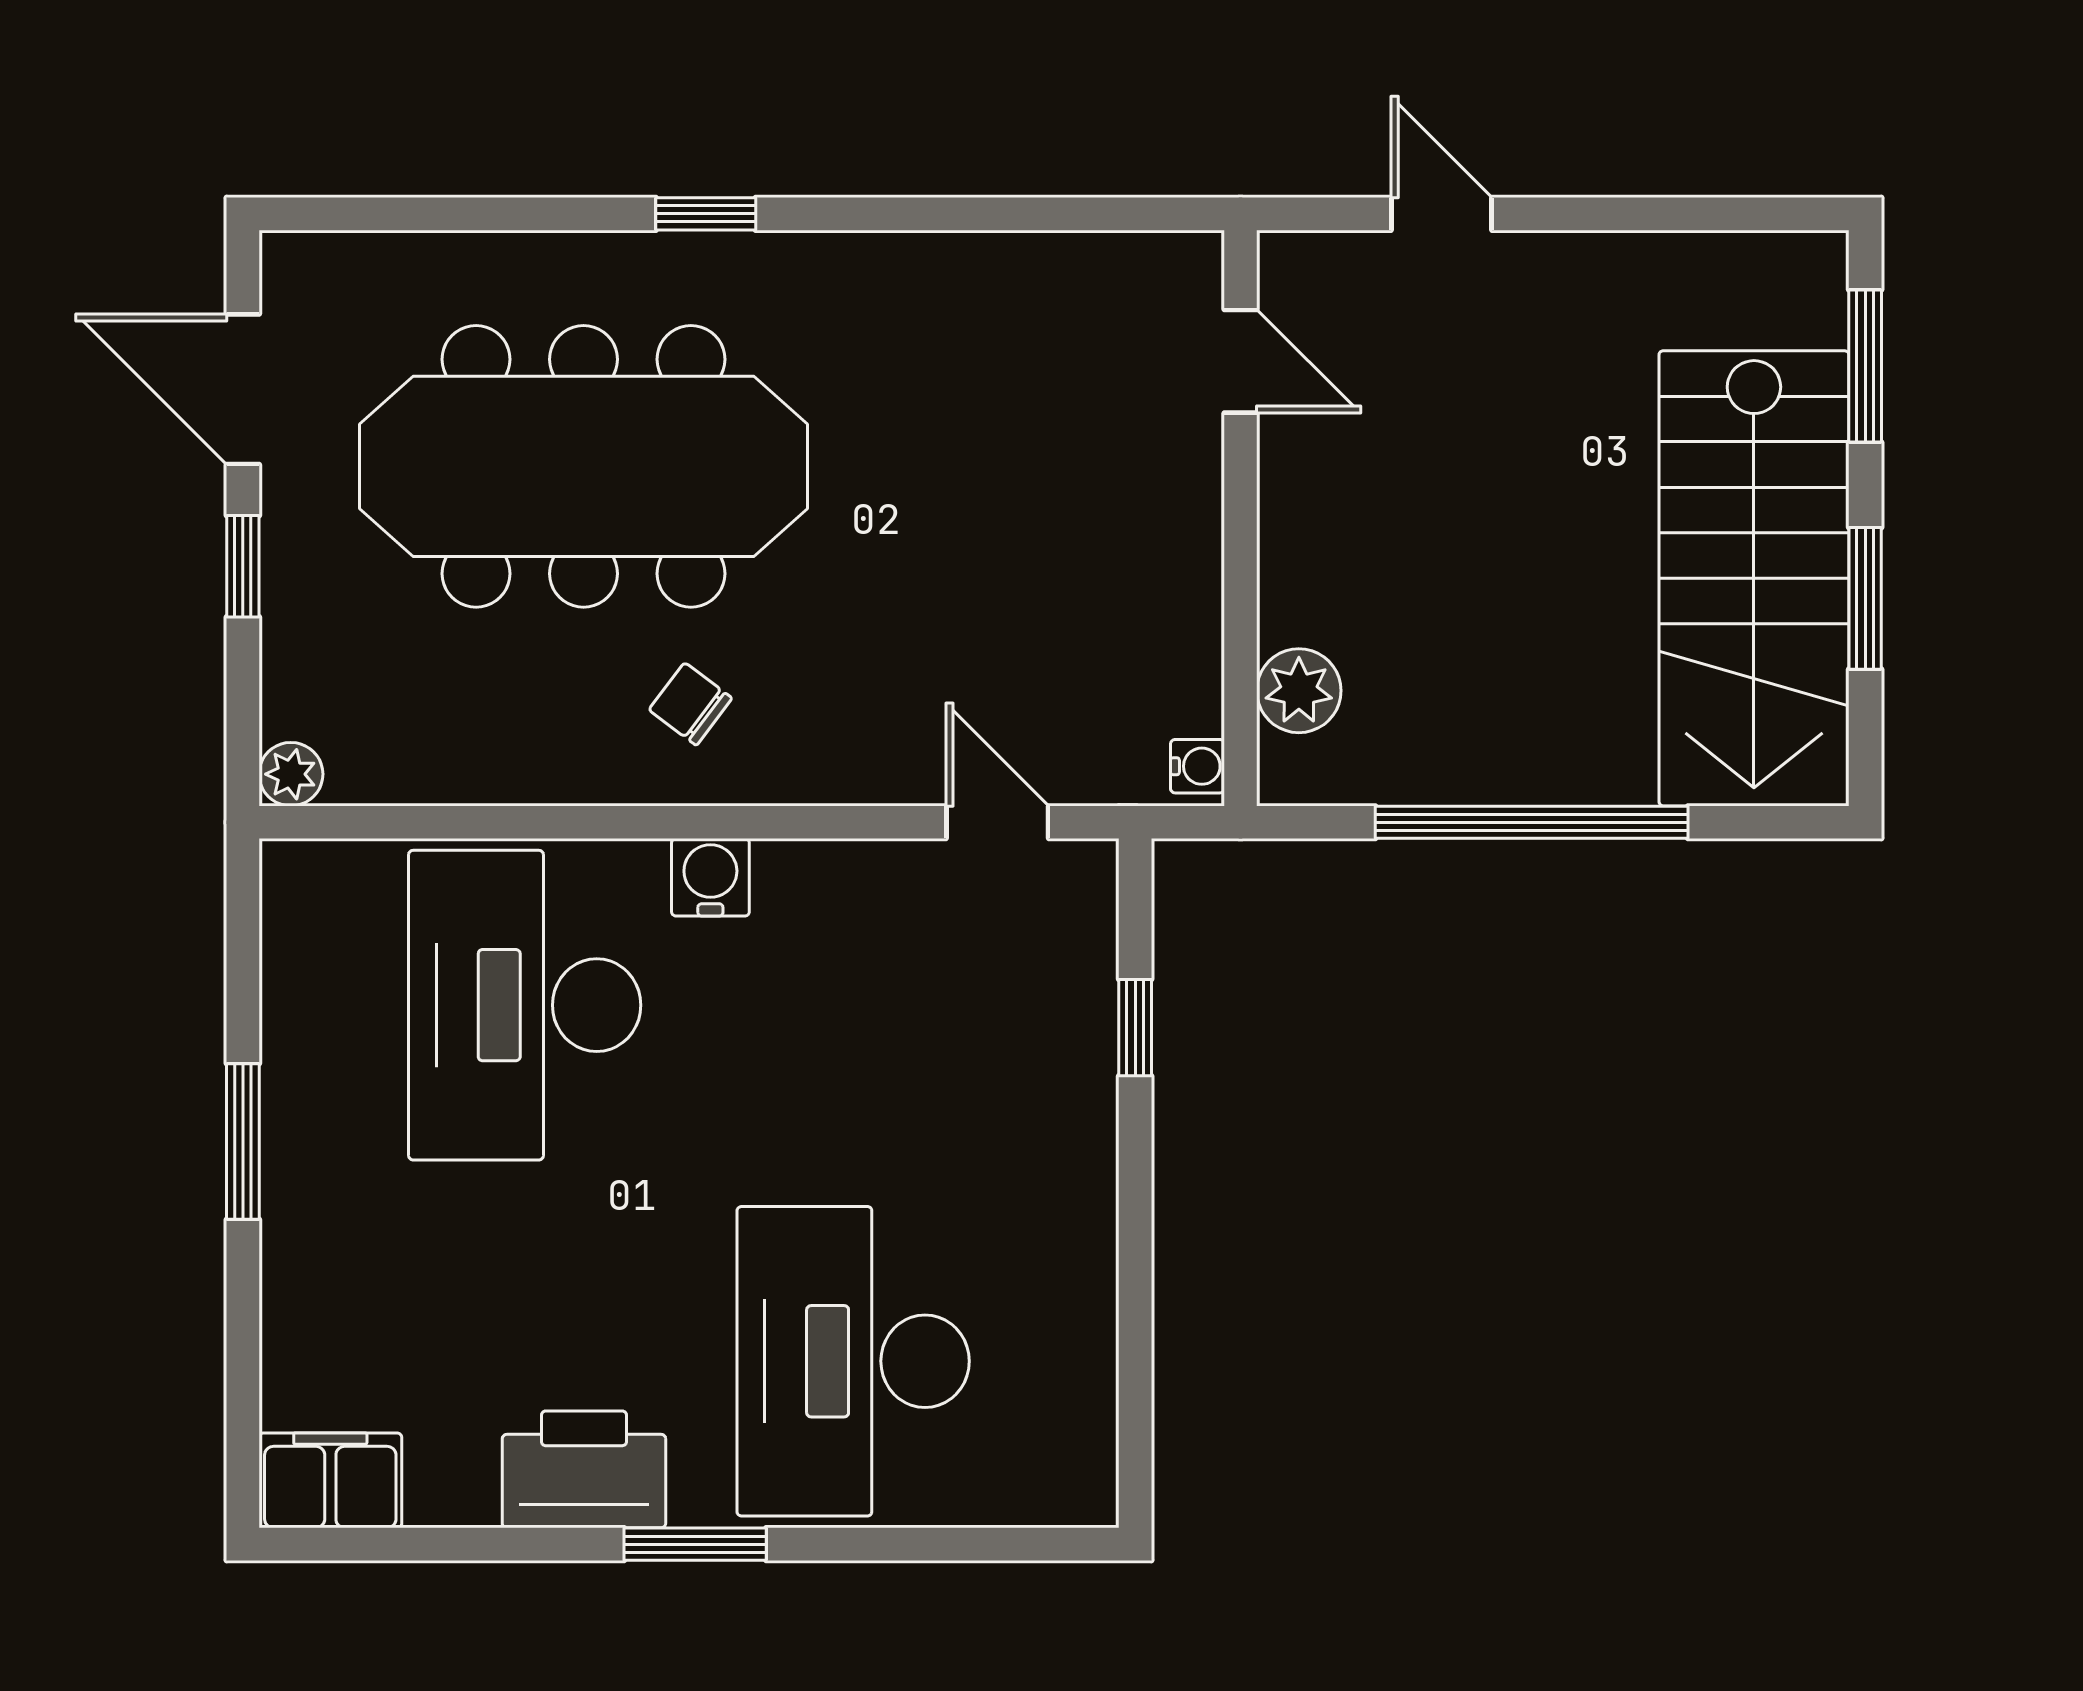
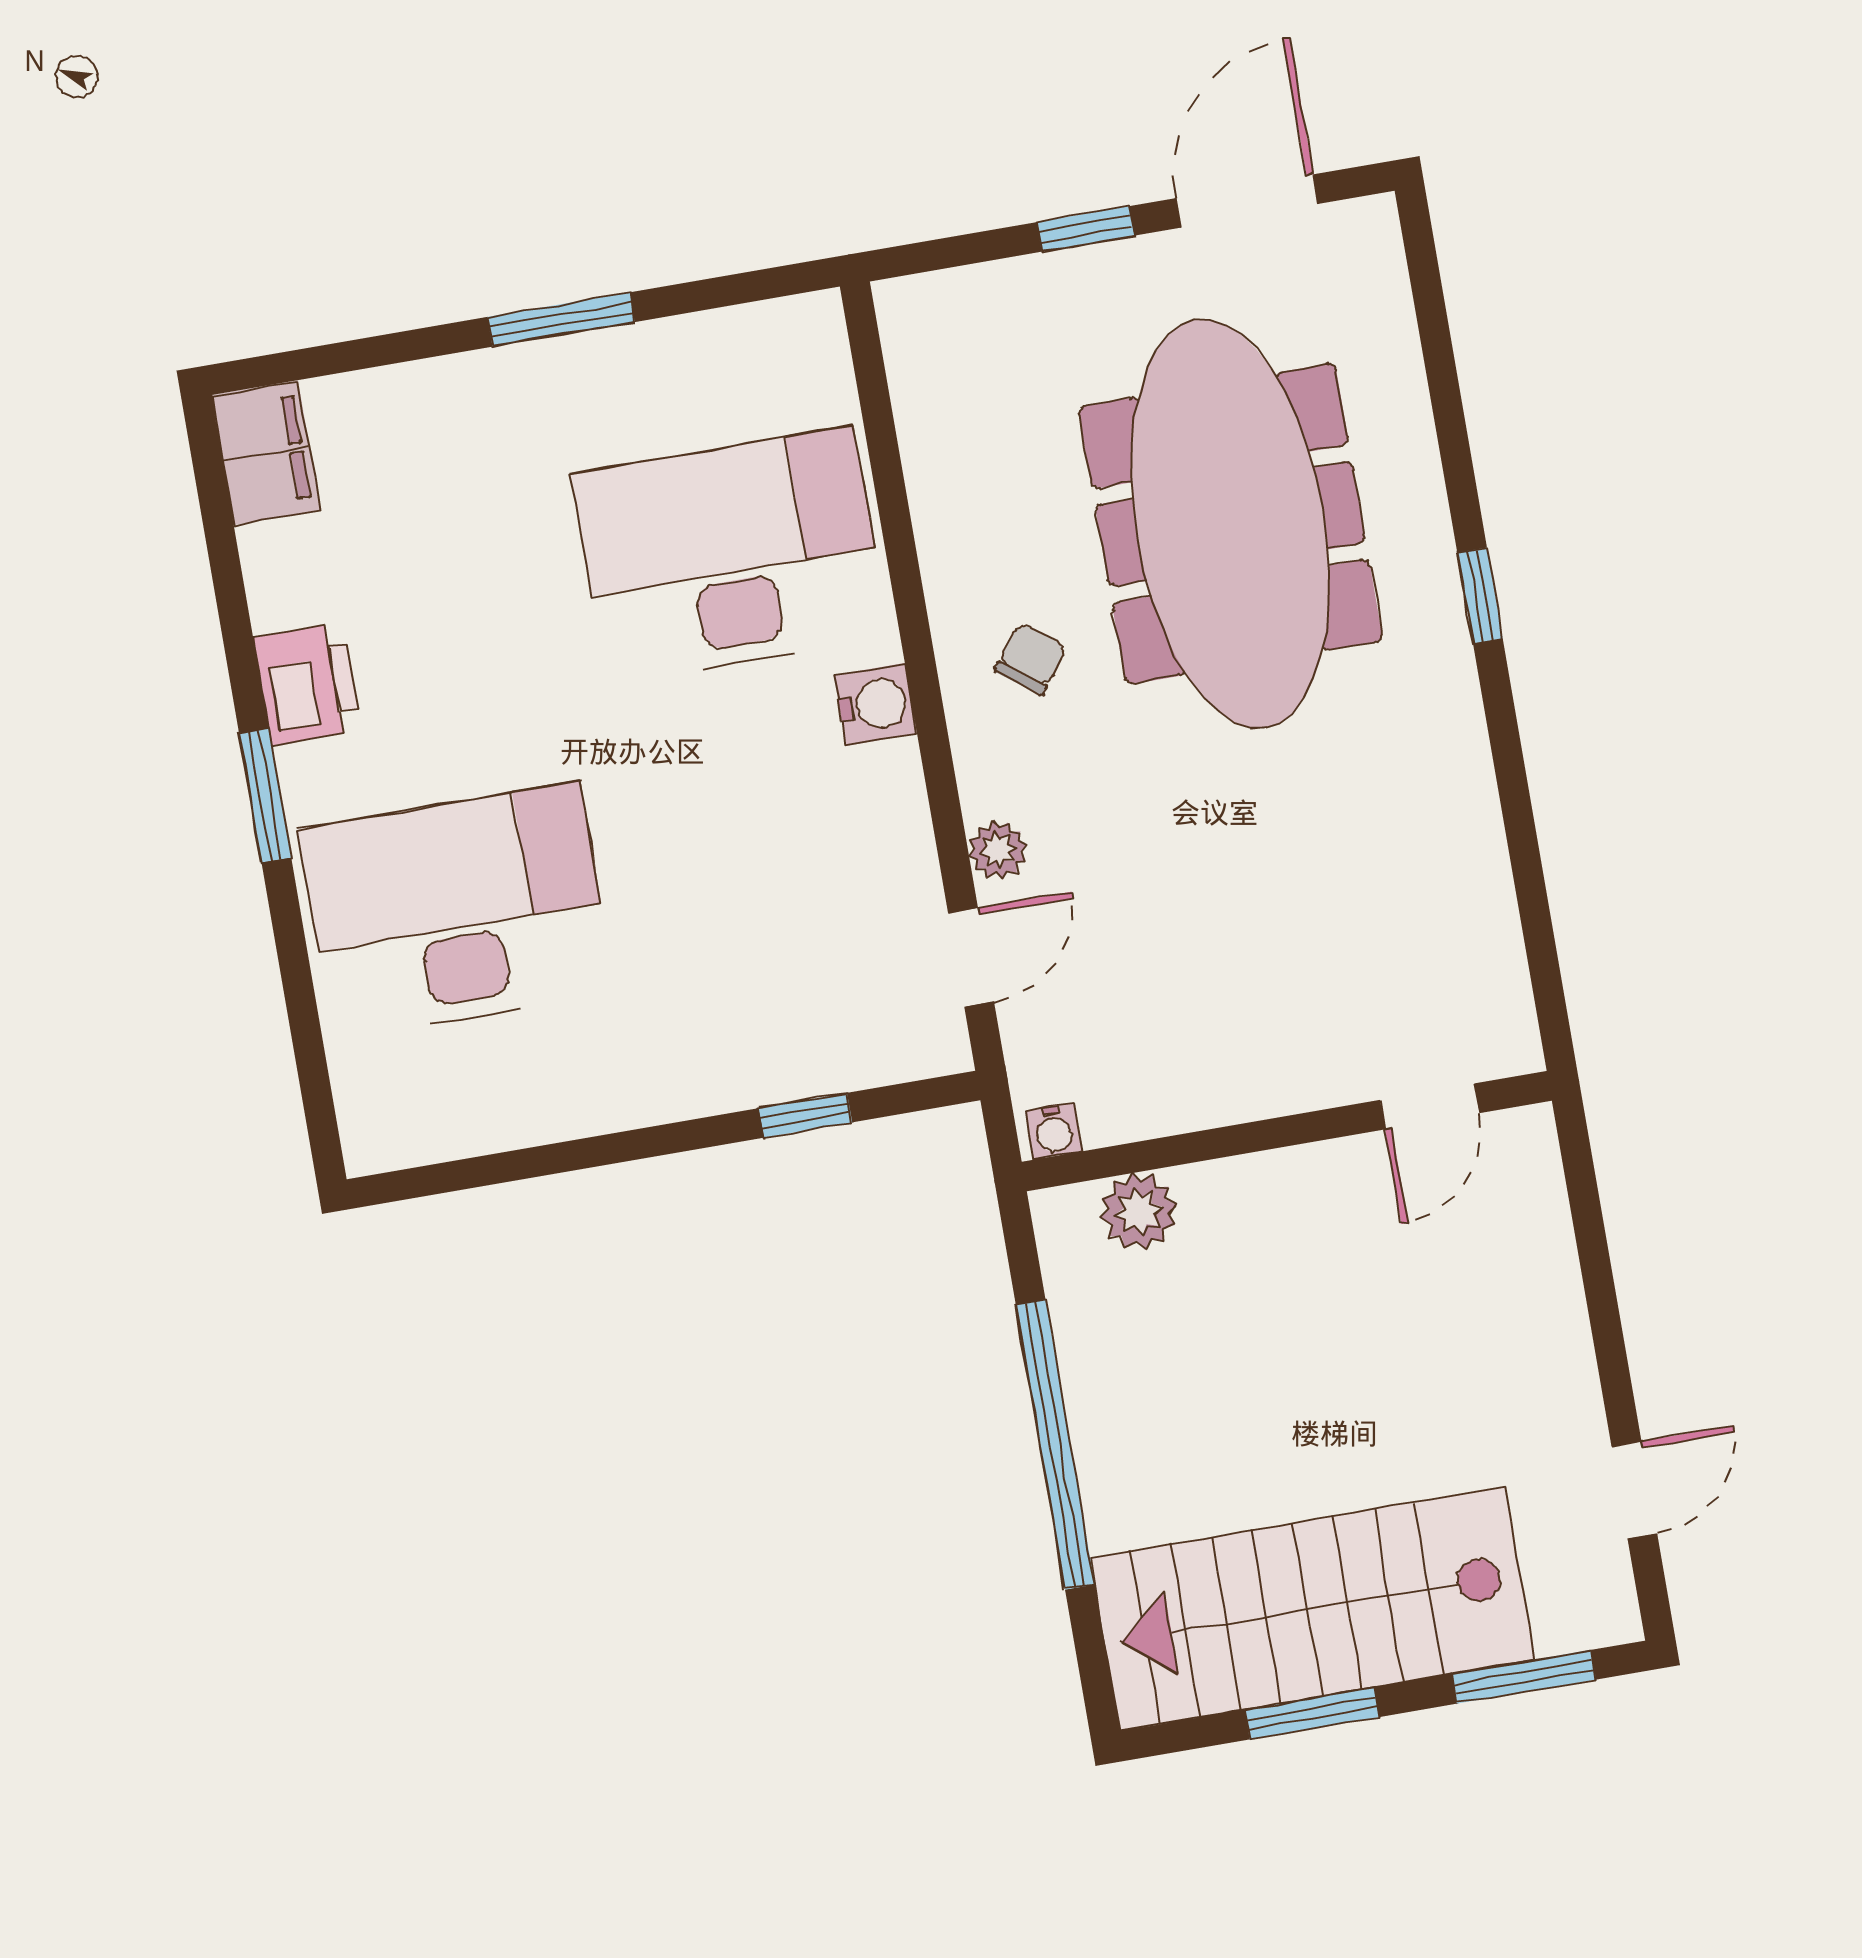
door: (1442, 214) -> (1634, 1490), moved
plant: (291, 774) -> (998, 850), moved
printer: (584, 1469) -> (307, 684), width x0.73, depth x0.84

